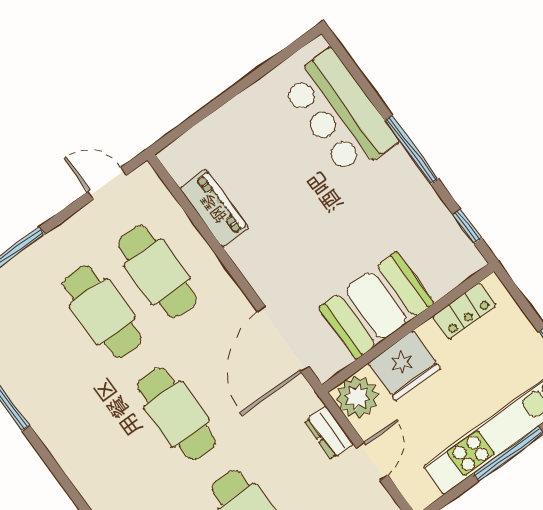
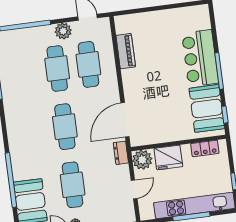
bar counter: (339, 113) -> (200, 58), moved
plant: (75, 234) -> (63, 31), added
booth: (376, 305) -> (207, 108), moved, turned 90
dresser: (329, 433) -> (121, 153), moved

